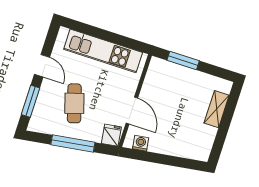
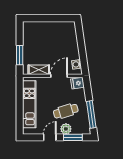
plant: (47, 95) -> (66, 129), added
shelving: (217, 109) -> (39, 70), moved
window: (73, 144) -> (91, 114), moved

